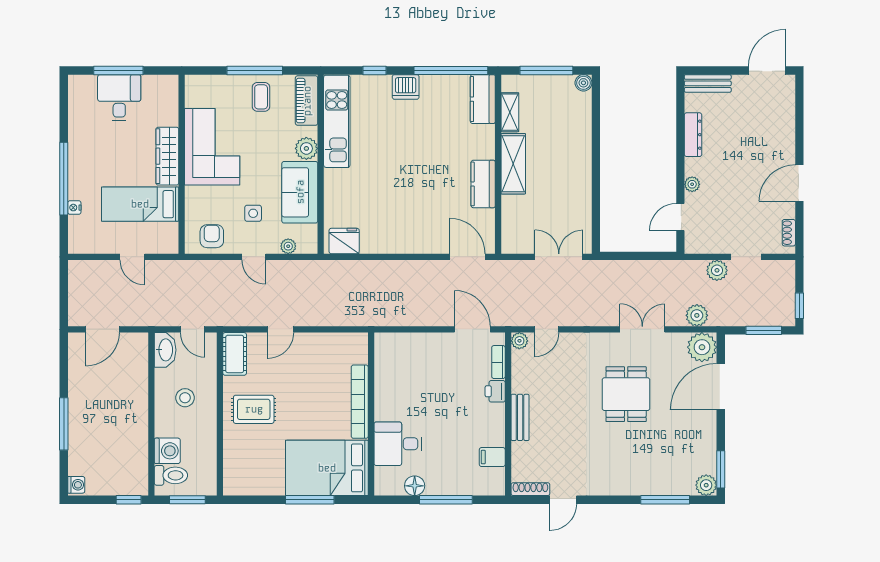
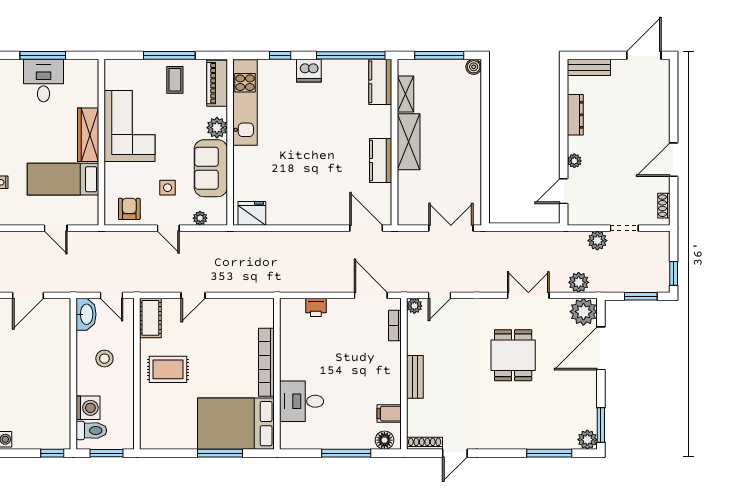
printer: (495, 391) -> (316, 307), moved, turned -90
floor lamp: (415, 486) -> (384, 440), moved

